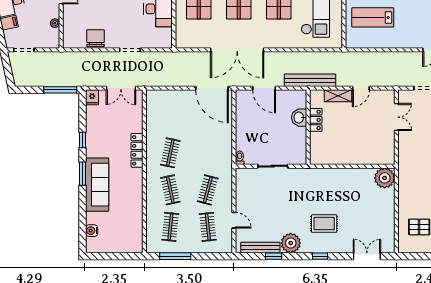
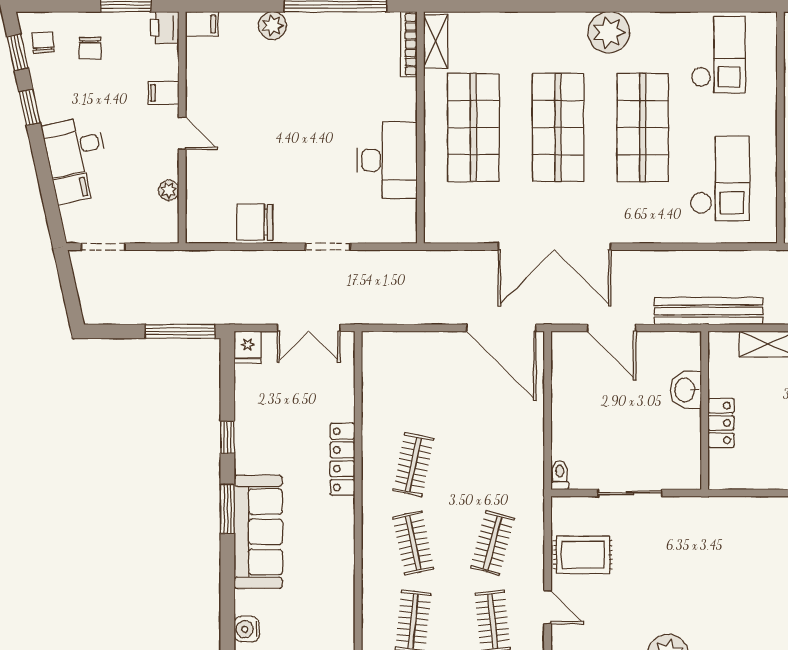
chair: (95, 38) -> (255, 222), turned -90
locker: (316, 120) -> (721, 423), moved
rug: (324, 224) -> (583, 555), moved

